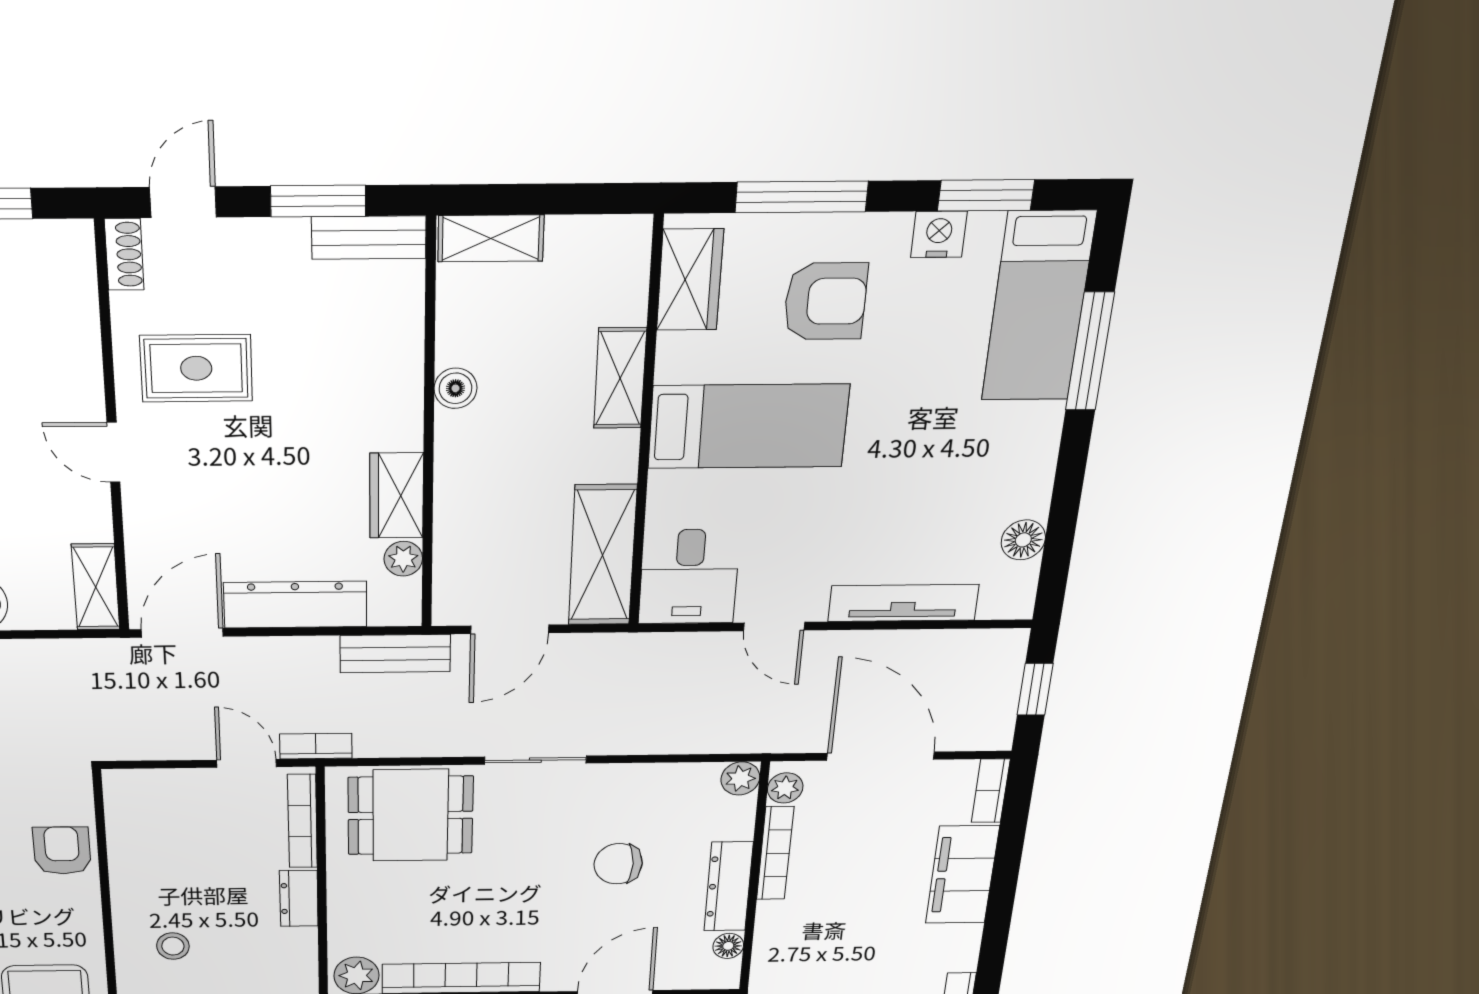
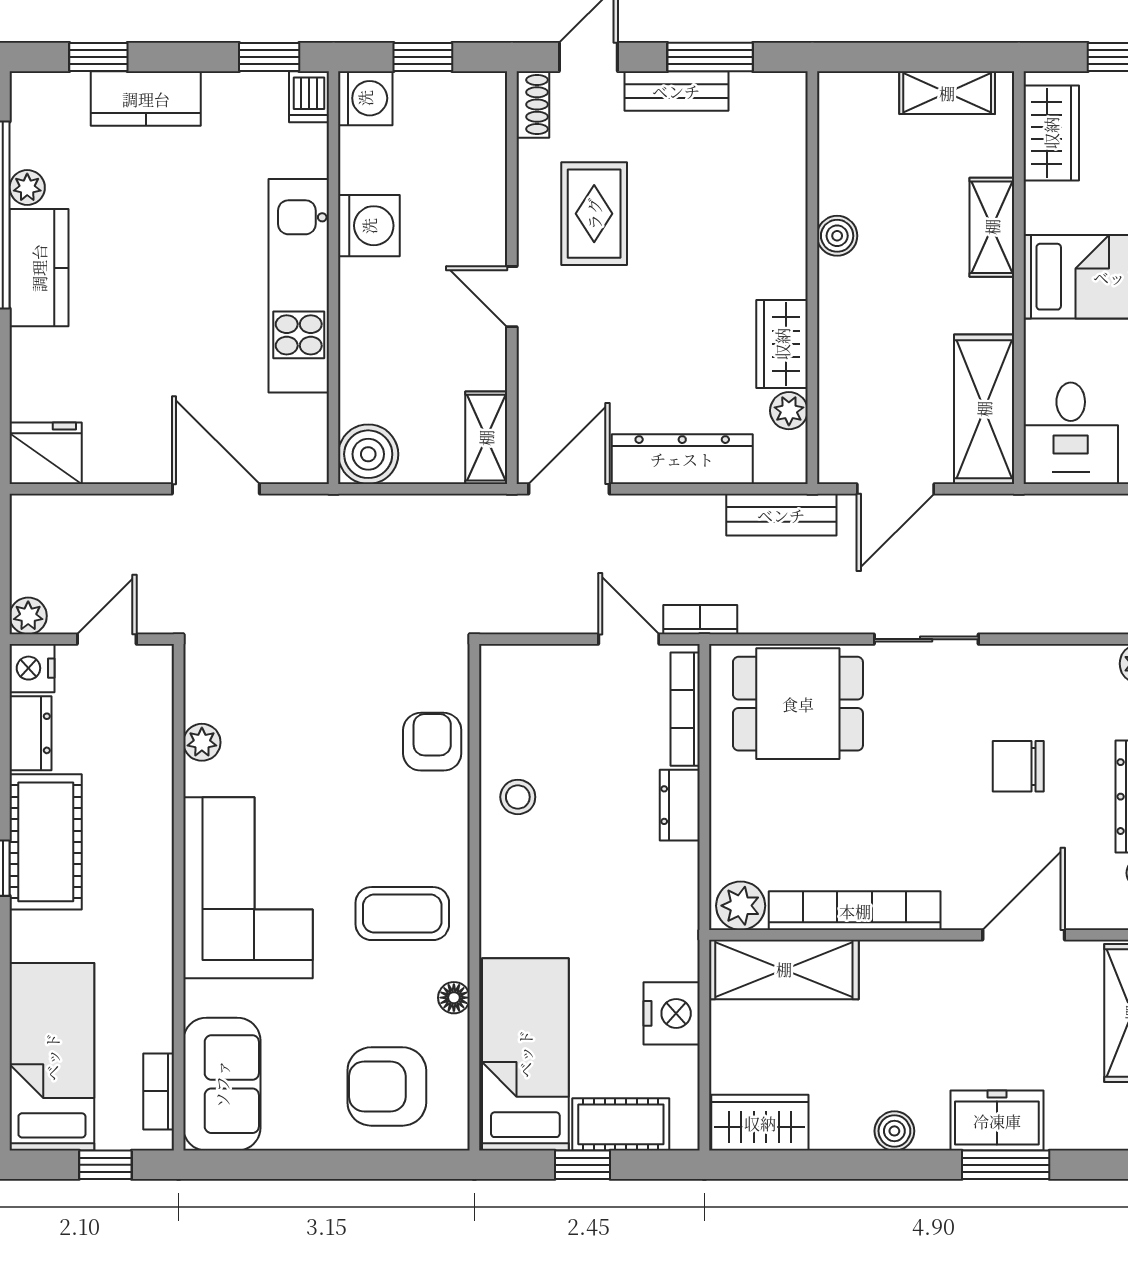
bench: (369, 238) -> (676, 91), moved
shelving: (491, 238) -> (947, 93), moved
rug: (196, 368) -> (594, 214), turned 90
stool: (173, 946) -> (518, 797), moved

